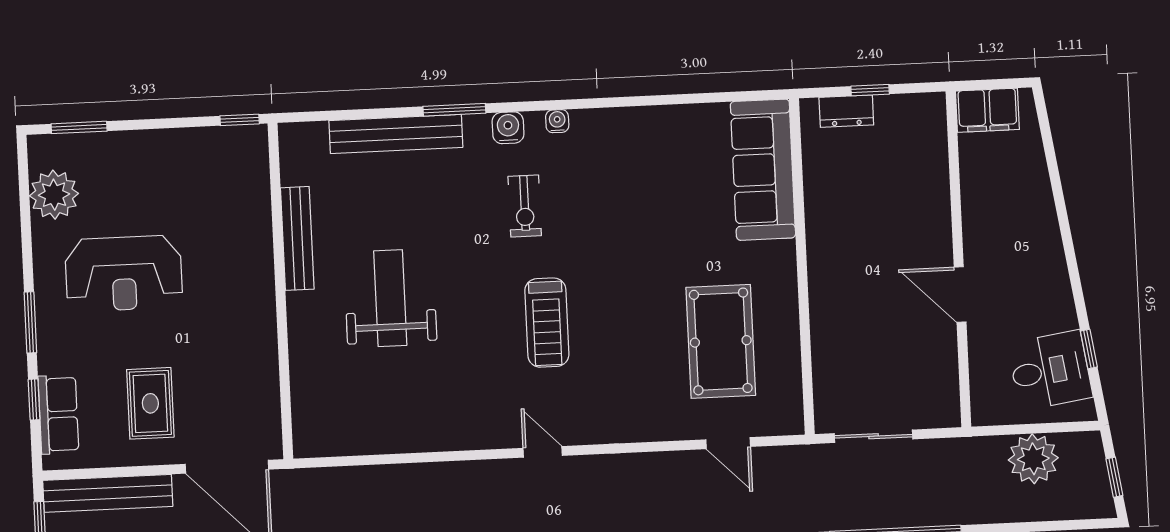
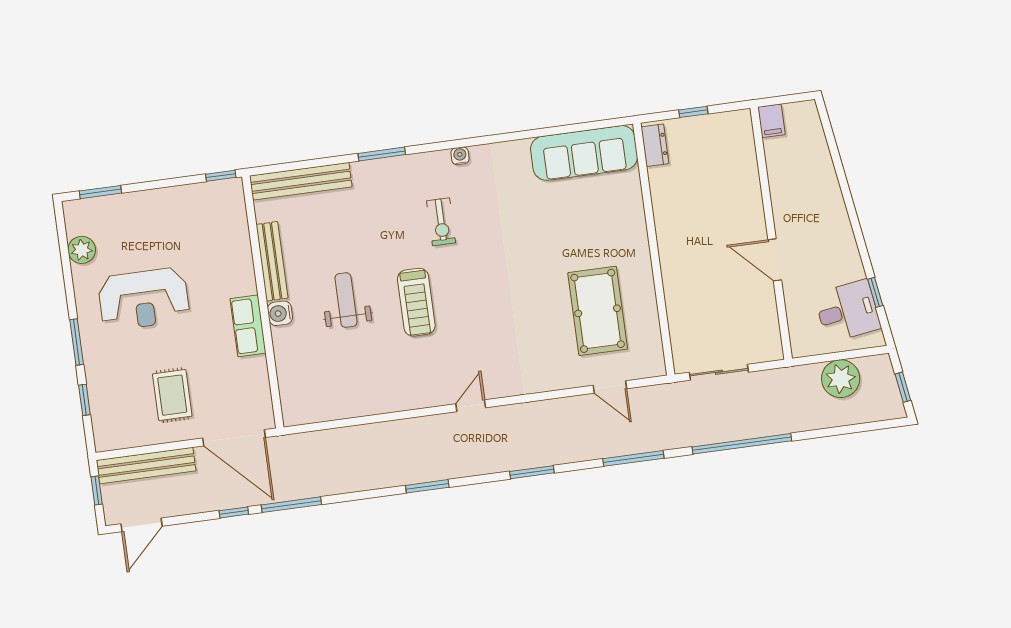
filing cabinet: (987, 110) -> (771, 121), width x0.50
dresser: (846, 111) -> (655, 145), moved, turned -90
water cooler: (508, 128) -> (280, 313), moved, turned -90
bench: (396, 134) -> (301, 181), moved
sofa: (763, 170) -> (584, 153), moved, turned -90
plant: (54, 195) -> (82, 250), width x0.73, depth x0.73
weight bench: (390, 298) -> (346, 300), width x0.73, depth x0.75
treadmill: (547, 323) -> (416, 302), moved
row of seats: (58, 414) -> (248, 326), moved, turned 180
door: (543, 452) -> (471, 406), hinge flipped

